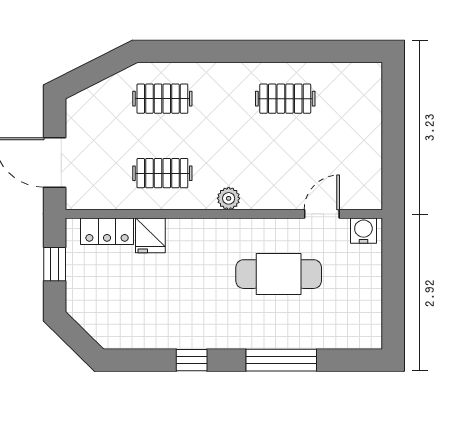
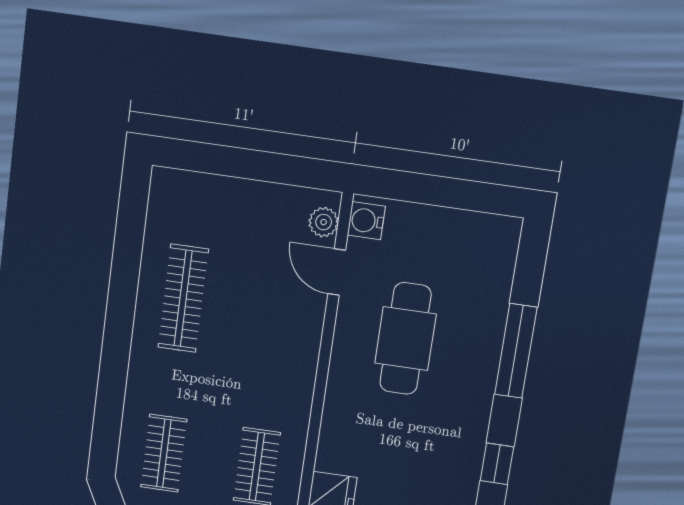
clothes rail: (285, 99) -> (183, 298), width x1.36
plant: (229, 198) -> (324, 222), moved

